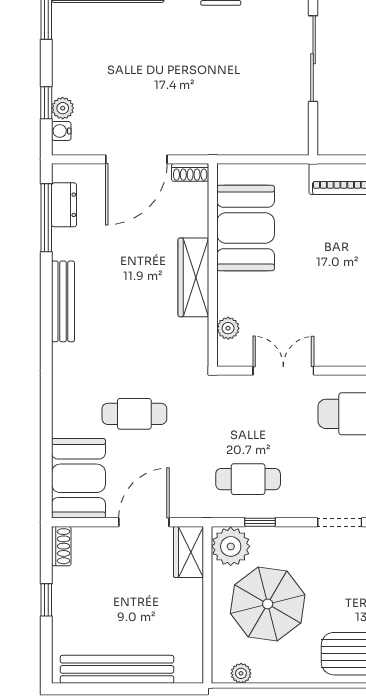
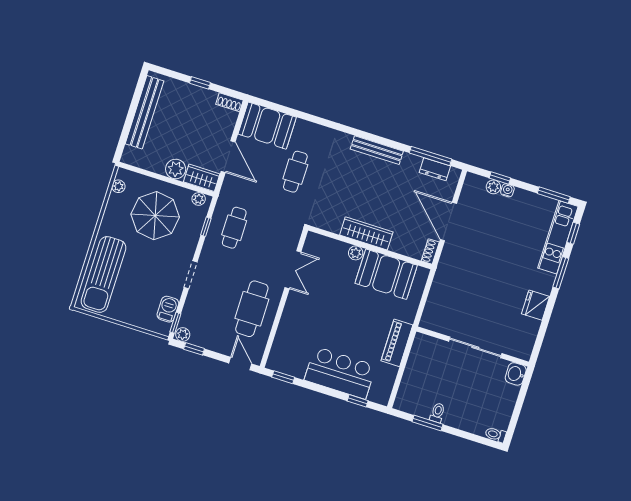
water cooler: (61, 131) -> (507, 190), moved
plant: (228, 328) -> (356, 253), moved
plant: (231, 546) -> (199, 199), width x0.53, depth x0.53
plant: (188, 595) -> (176, 169), added

